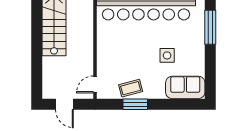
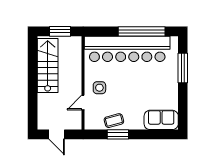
side table: (167, 55) -> (99, 88), moved
door: (95, 84) -> (83, 102), moved

